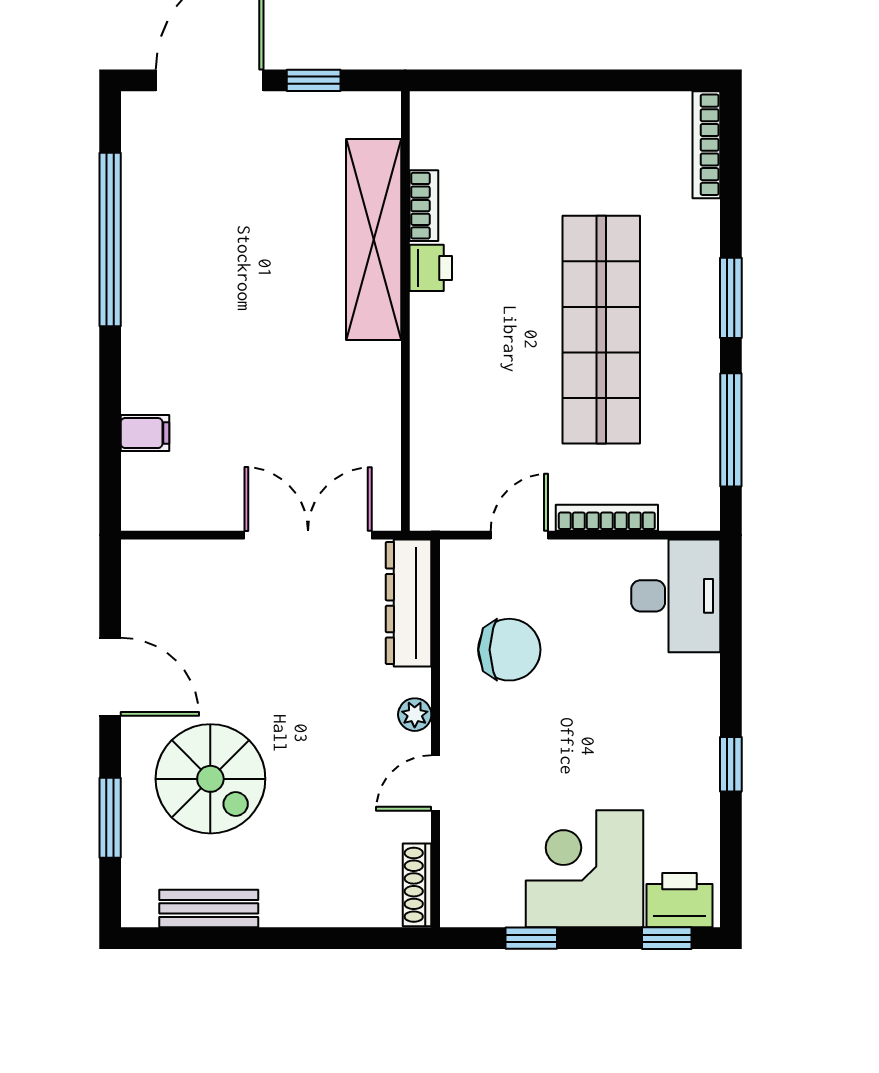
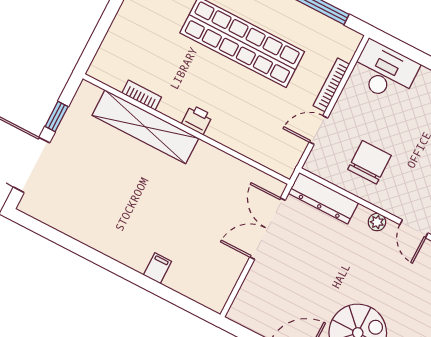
window: (110, 239) -> (82, 250), removed
printer: (431, 268) -> (197, 120), moved
filing cabinet: (145, 433) -> (157, 268), moved
door: (519, 535) -> (318, 130), hinge flipped

